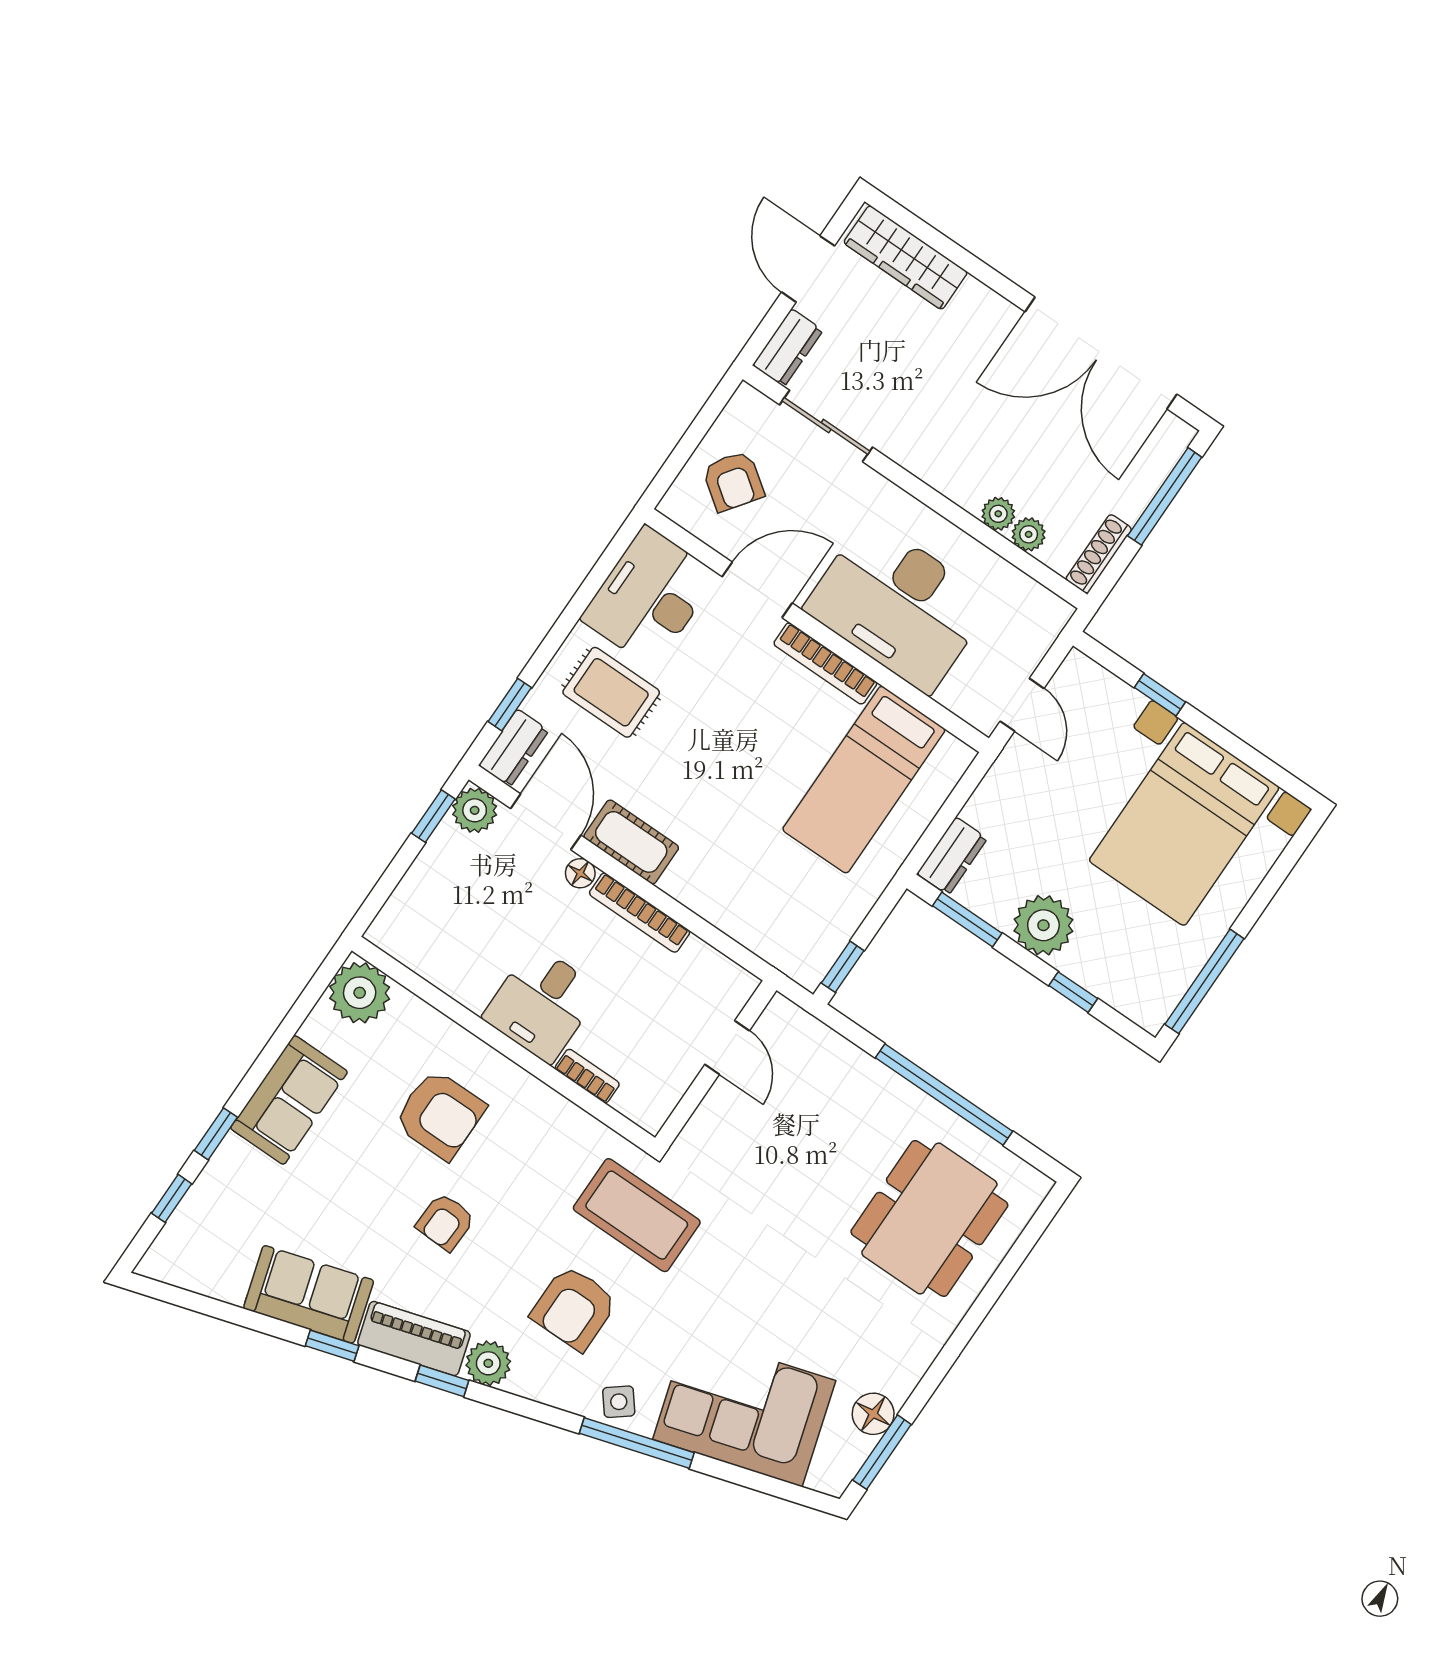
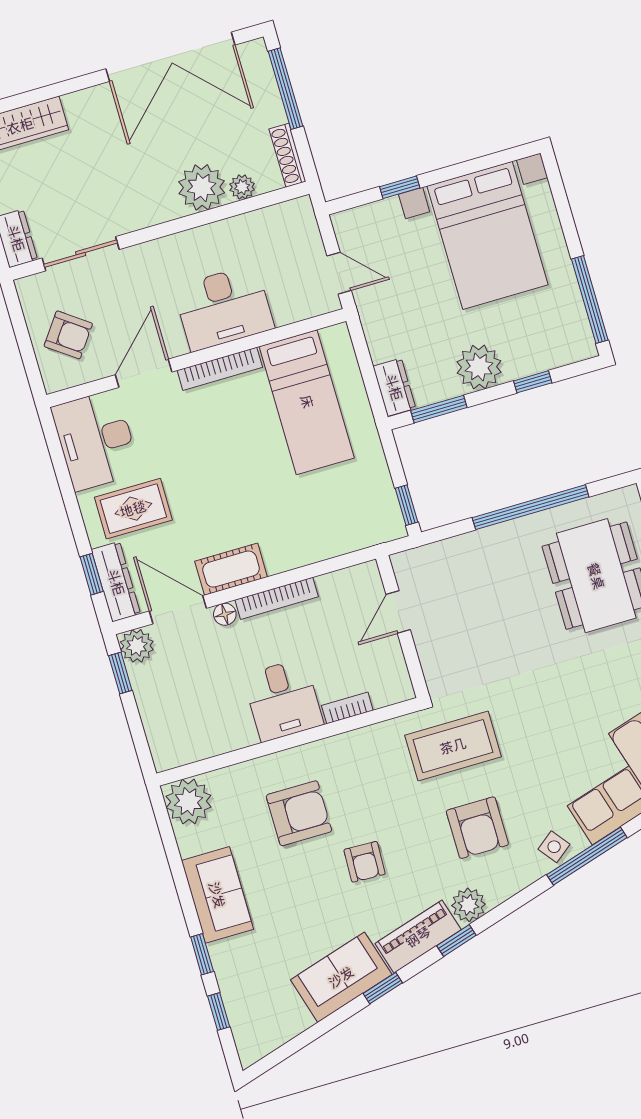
plant: (998, 514) -> (202, 187), width x1.88, depth x1.88
desk: (898, 605) -> (224, 308), width x0.73, depth x0.77
dresser: (514, 748) -> (116, 582), width x1.44
door: (727, 1048) -> (398, 612), swing flipped

